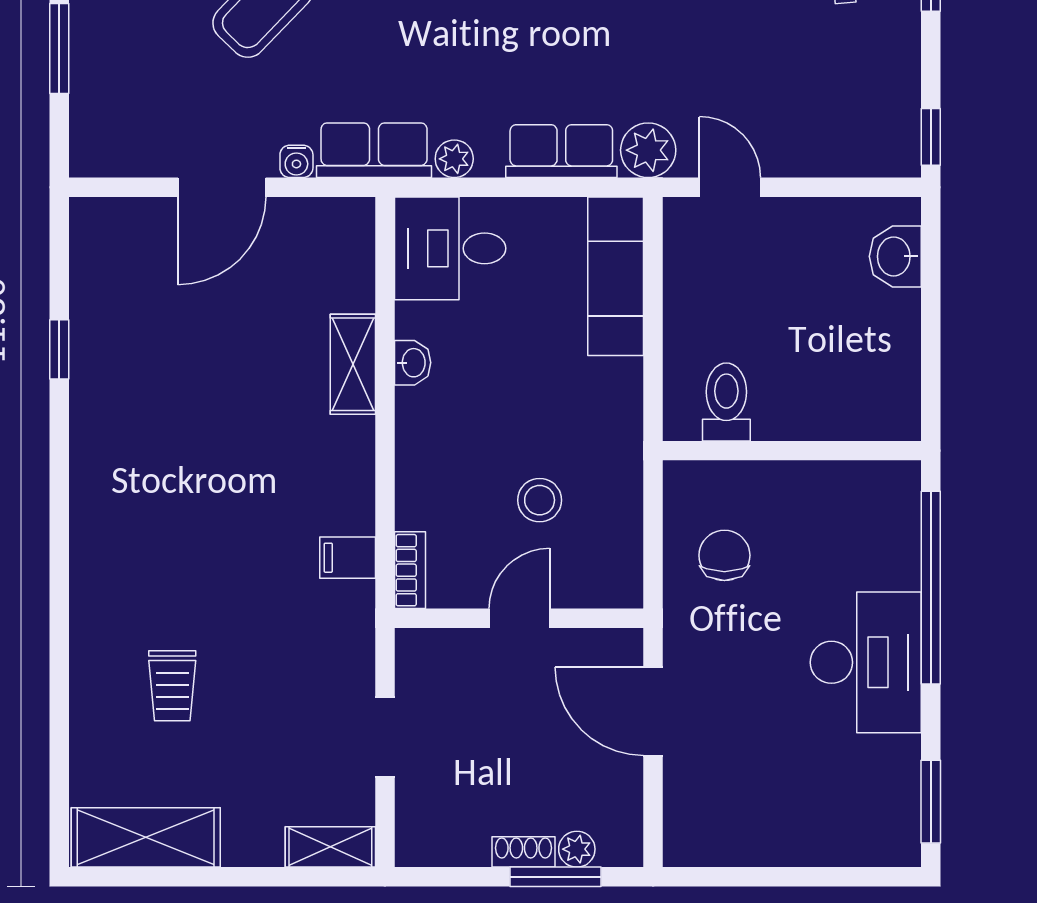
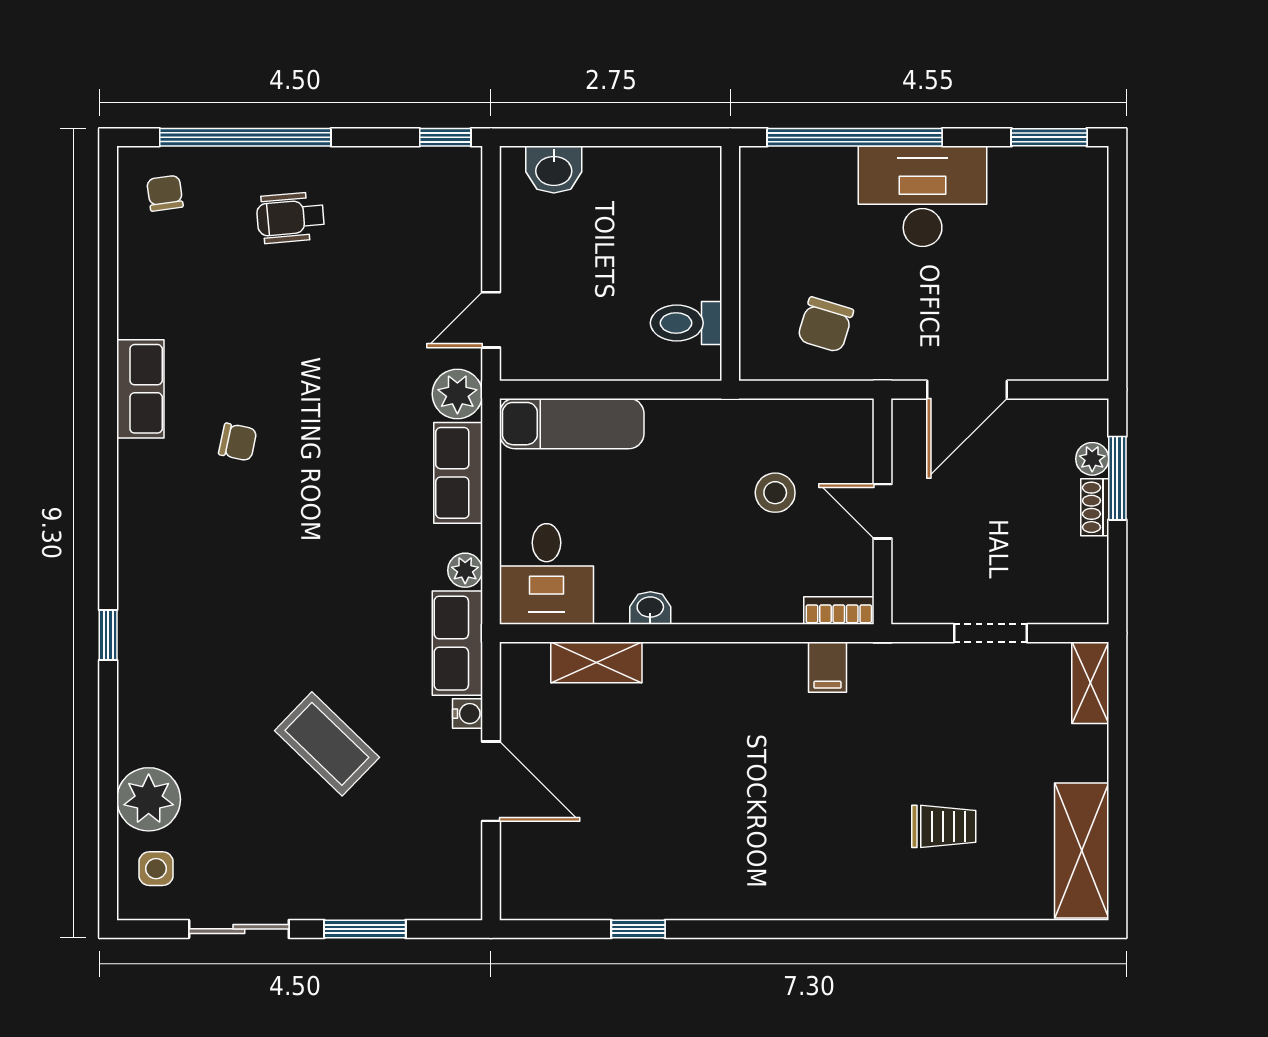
shelving: (353, 364) -> (596, 662), moved
chair: (724, 555) -> (825, 325), turned -73

